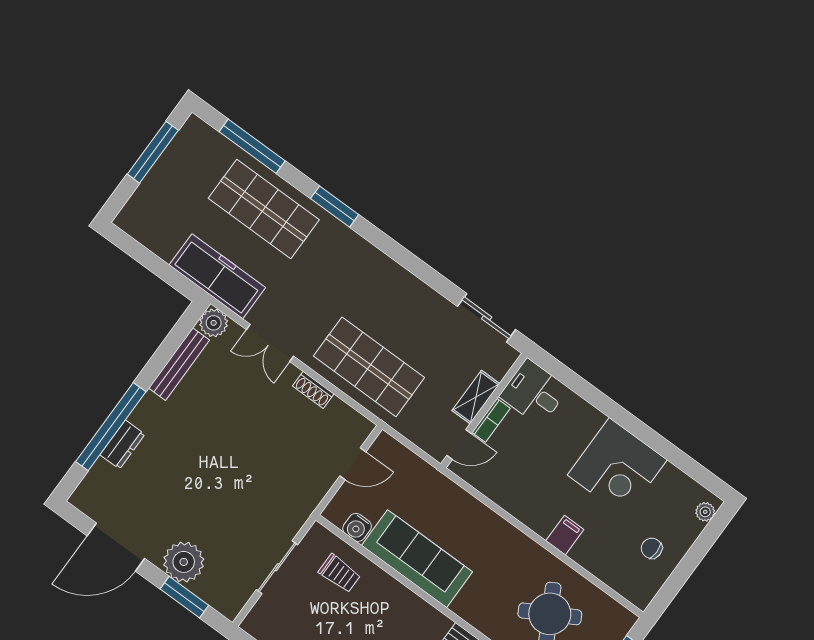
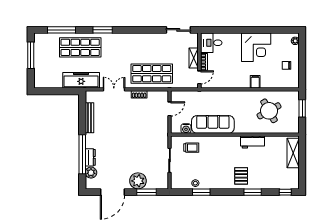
plant: (214, 323) -> (91, 173), moved
double door: (270, 343) -> (114, 89), swing flipped

